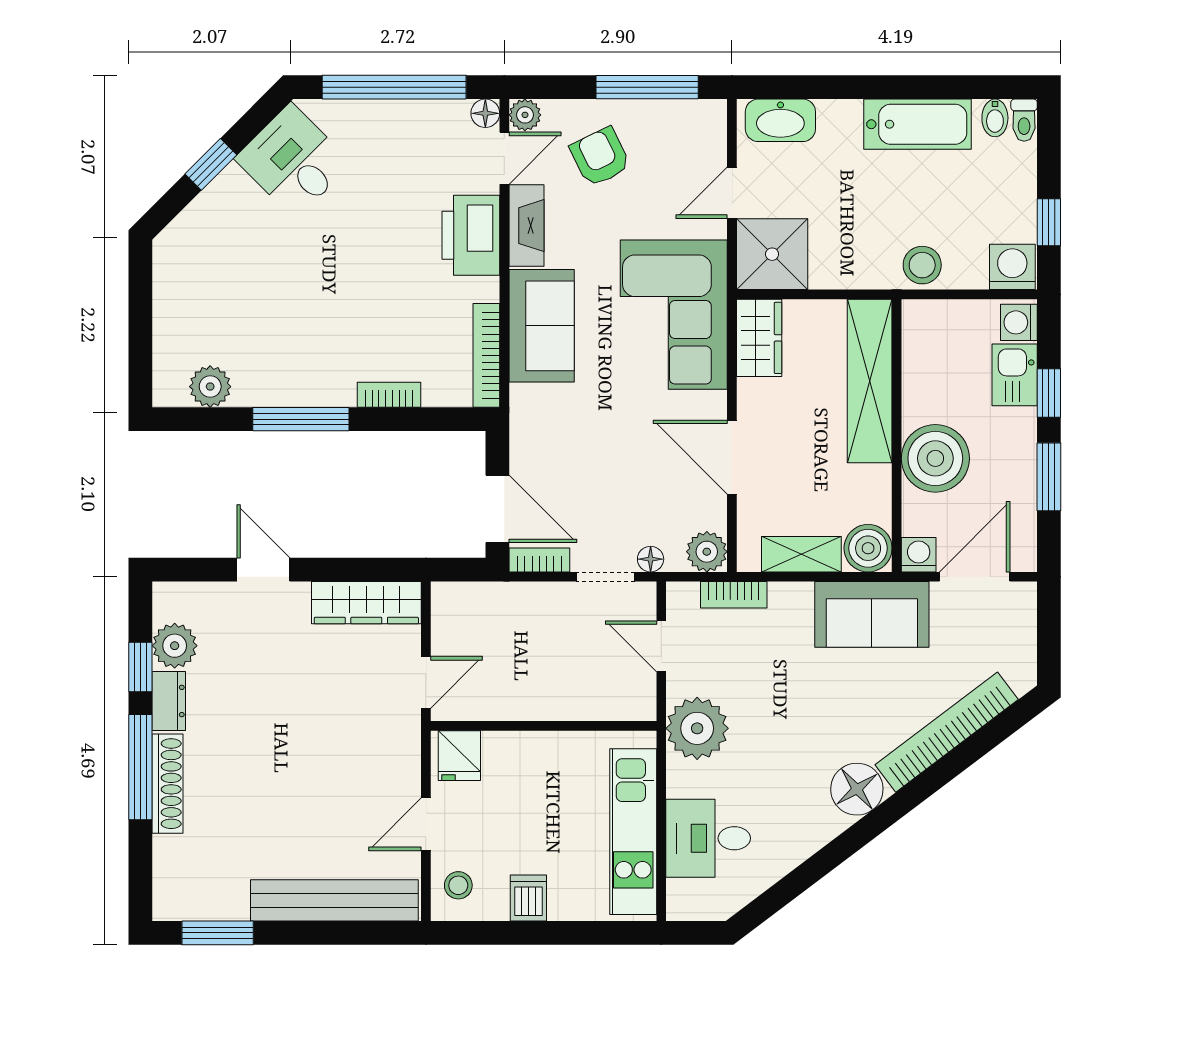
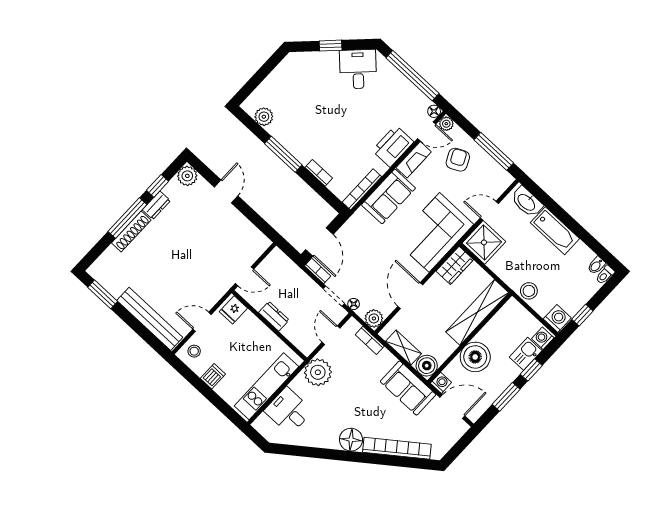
bathtub: (917, 124) -> (555, 231), moved
wardrobe: (366, 603) -> (249, 233), removed
plant: (175, 646) -> (187, 176), moved
dresser: (537, 703) -> (274, 316), added

